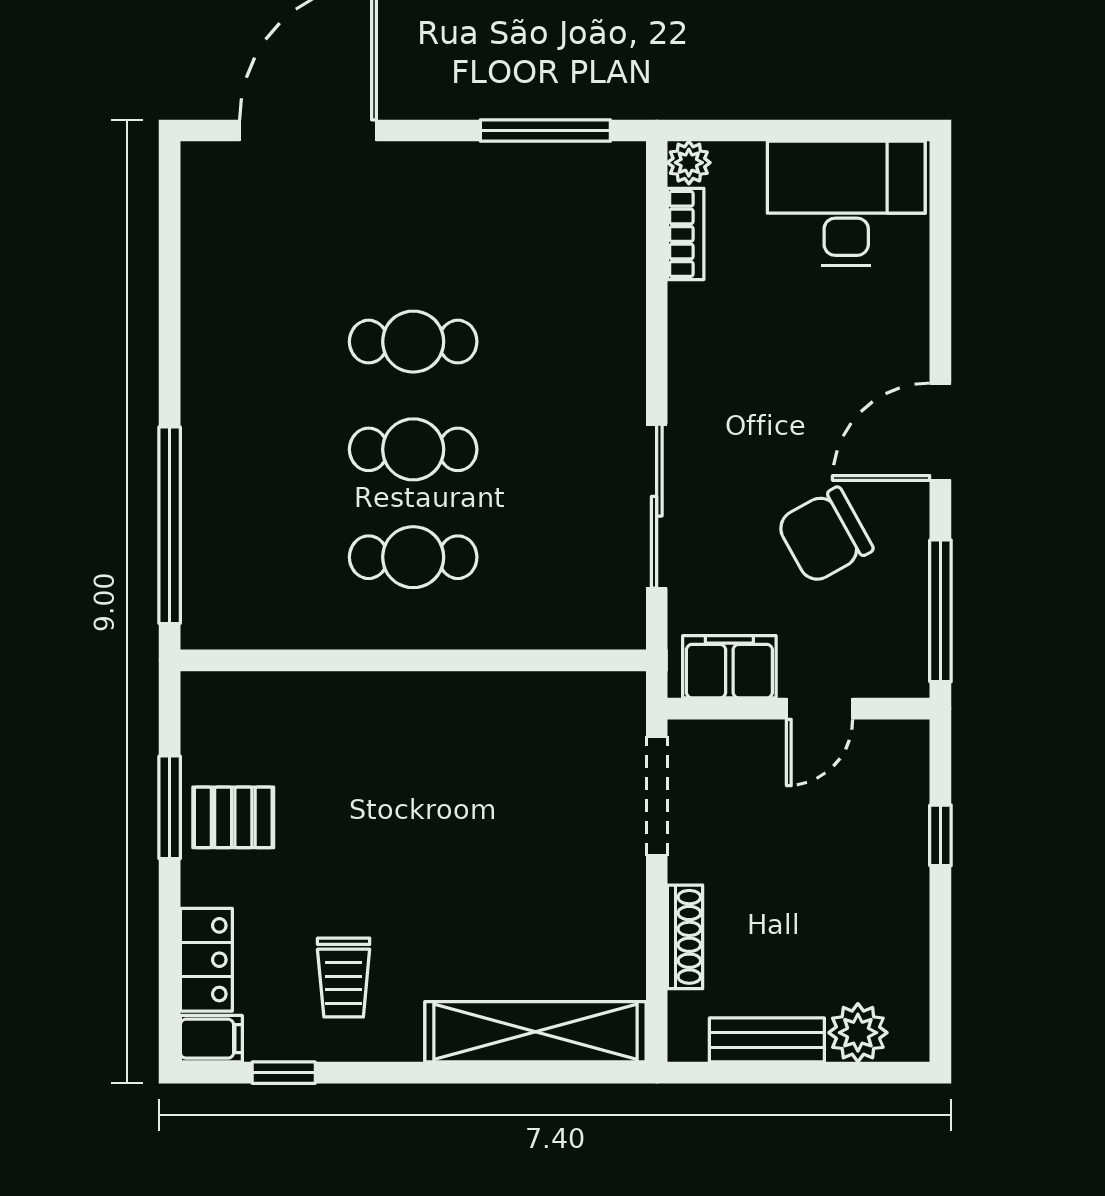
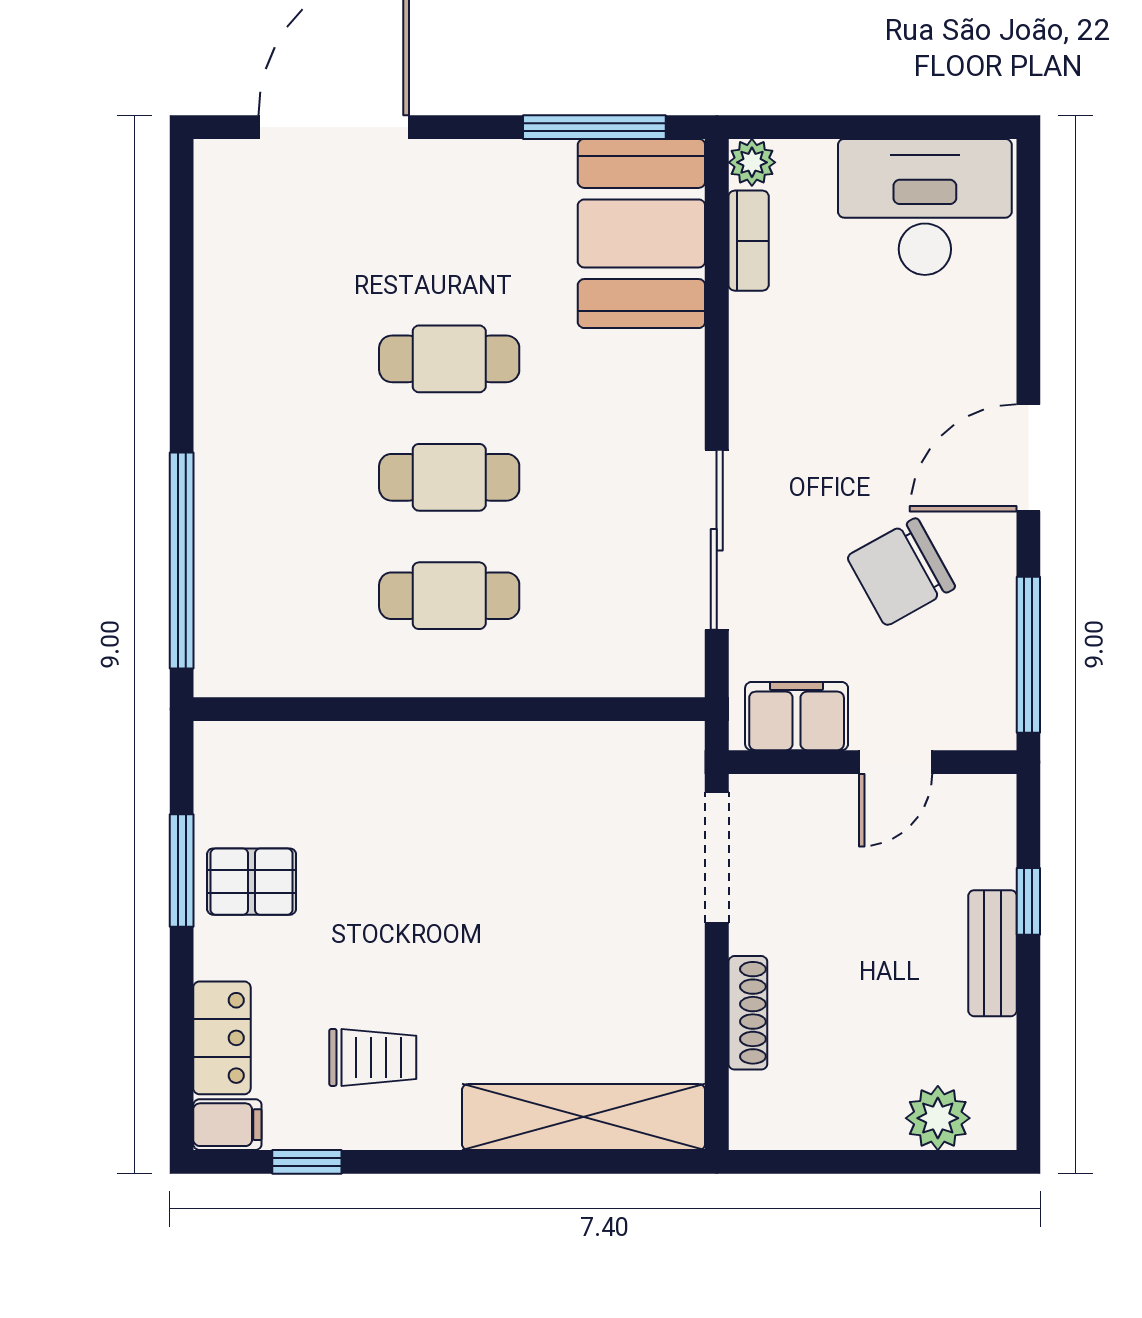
booth: (588, 227) -> (641, 233), added
trolley: (344, 977) -> (373, 1057), turned -90
bench: (767, 1040) -> (992, 953), moved, turned 90

